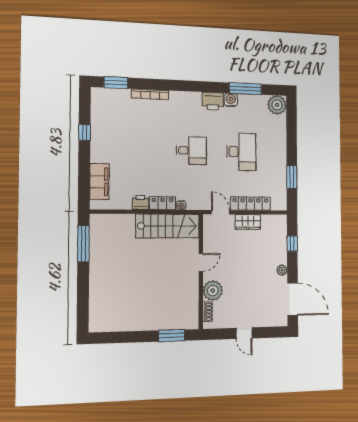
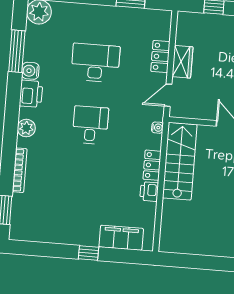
plant: (185, 98) -> (26, 128), added
window: (85, 133) -> (88, 253), moved
locker: (250, 204) -> (160, 56), width x0.66
water cooler: (181, 205) -> (157, 128), moved
window: (83, 244) -> (193, 261), removed

